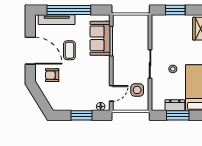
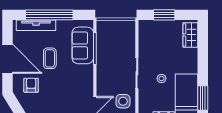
armchair: (52, 75) -> (31, 85), turned 90

